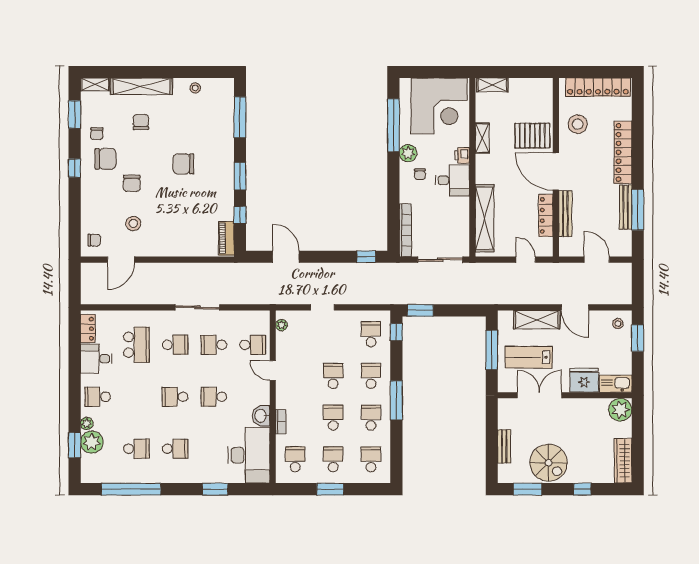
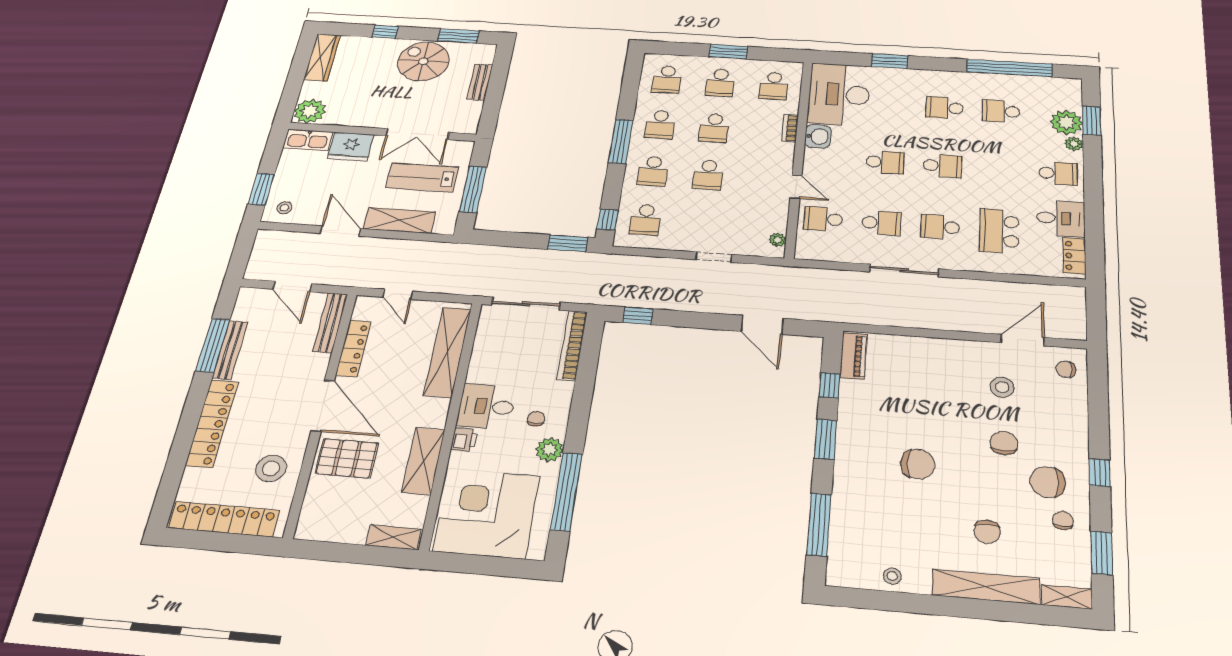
shelving: (482, 138) -> (423, 461), width x1.50, depth x1.33
bench: (565, 214) -> (330, 323), moved
lab bench: (529, 357) -> (422, 178), turned 180

